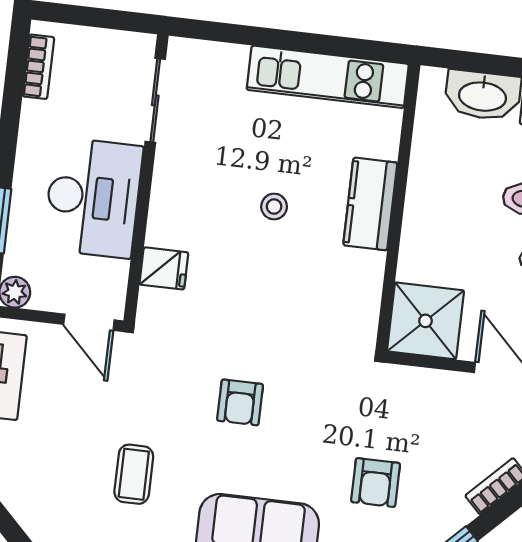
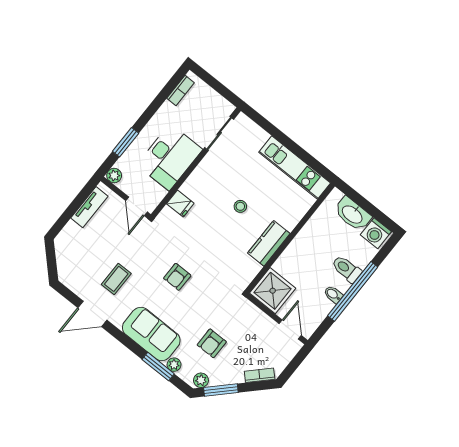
kitchen counter: (370, 204) -> (269, 243), moved

